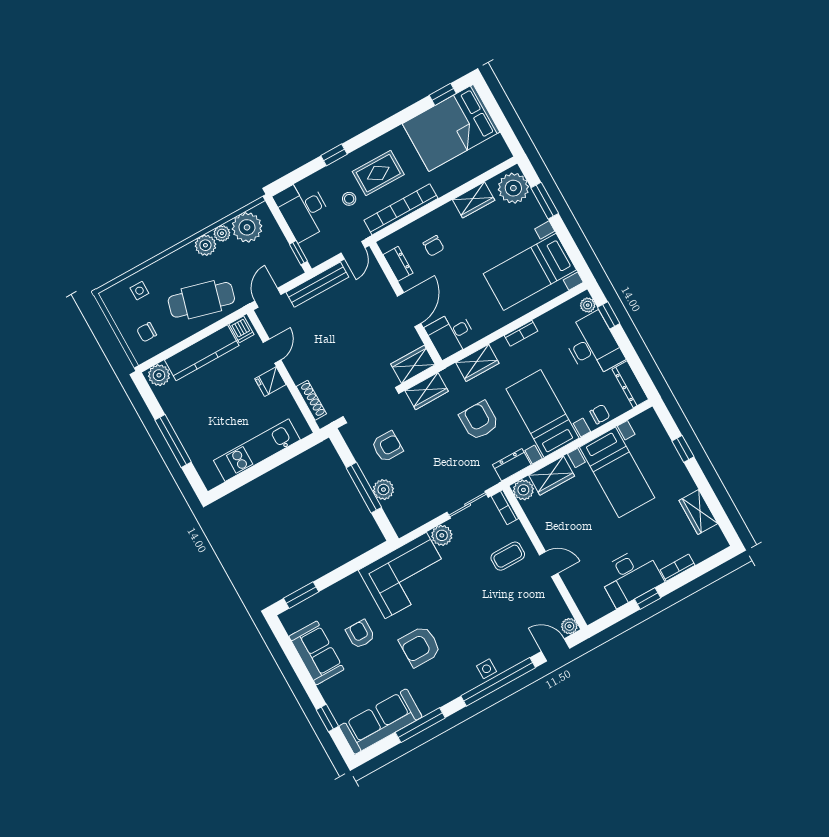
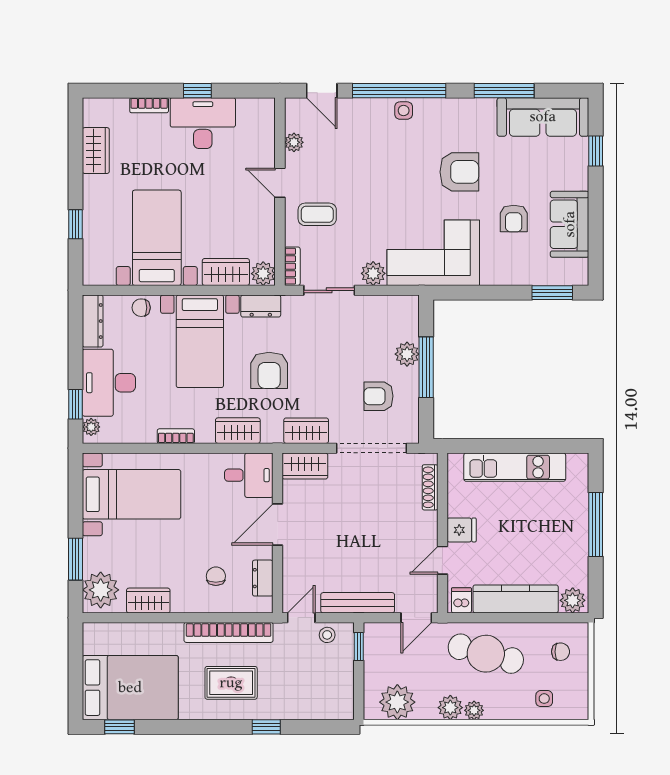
stool: (349, 199) -> (327, 635), moved
desk: (303, 210) -> (329, 688), removed
plant: (222, 233) -> (474, 710), moved
plant: (569, 626) -> (294, 142), moved

